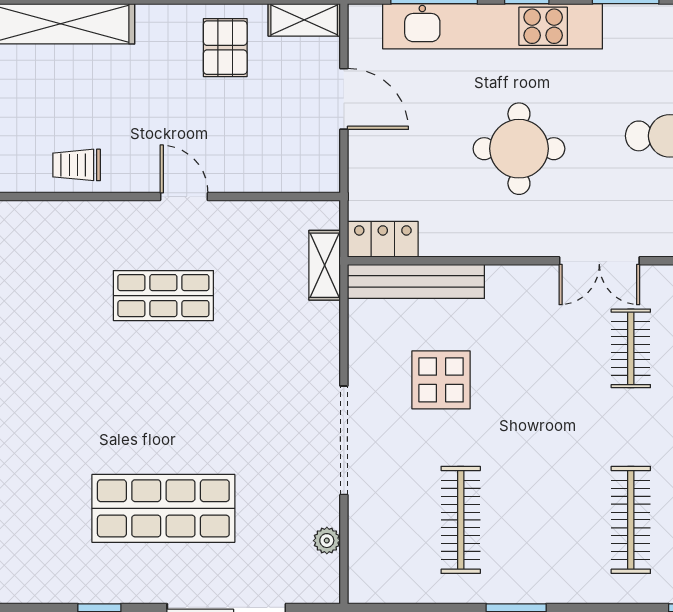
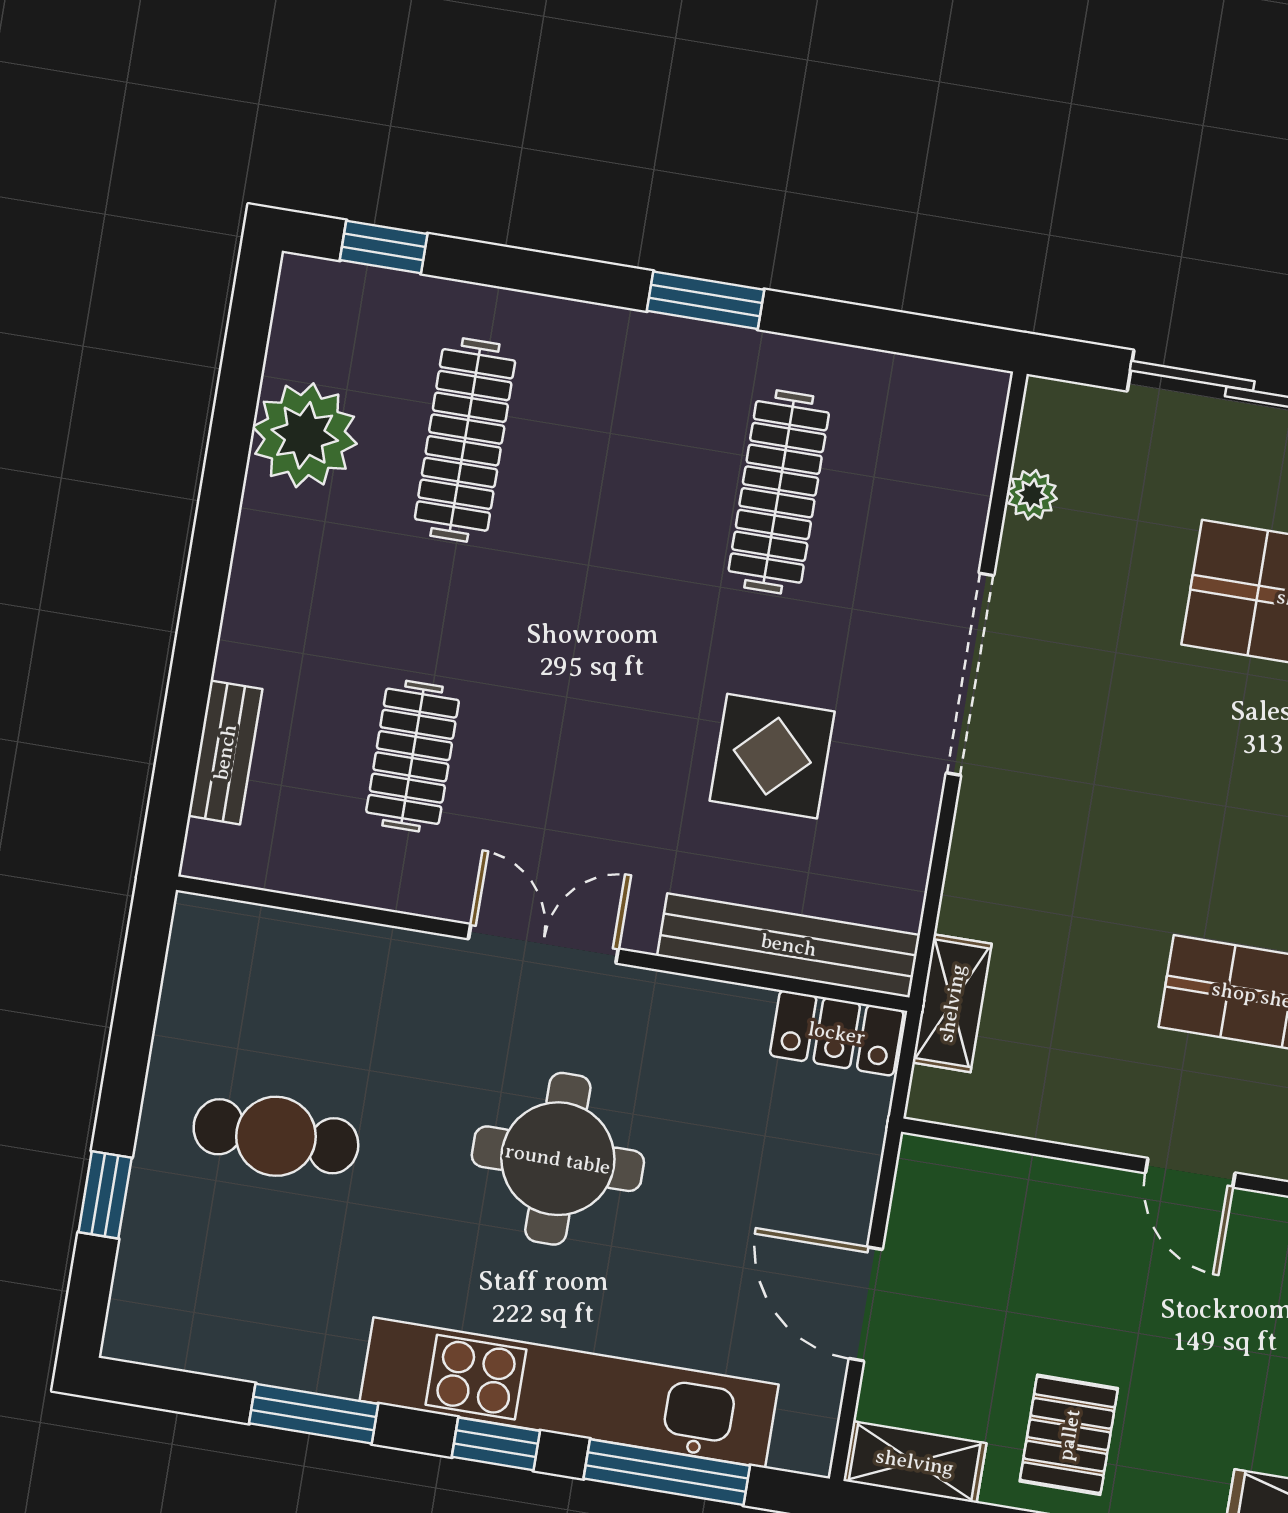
double door: (599, 261) -> (543, 944), moved

